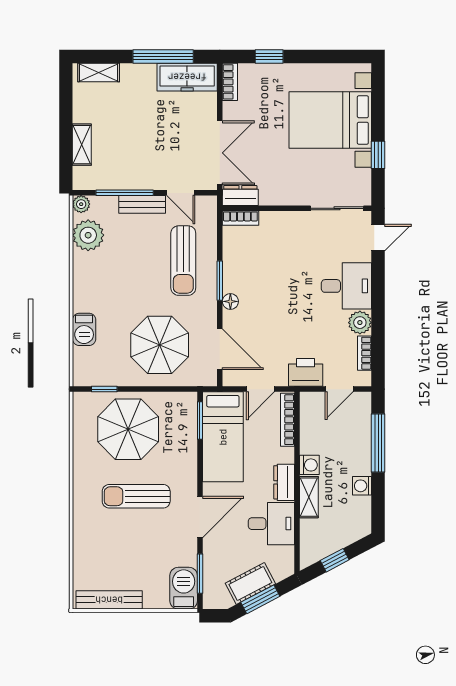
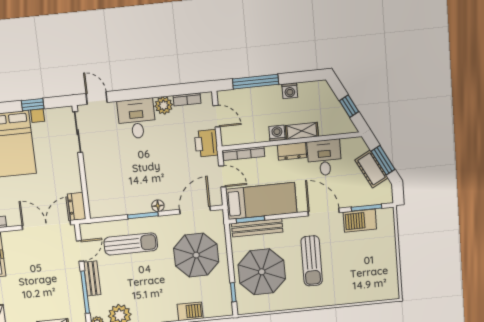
bookcase: (240, 218) -> (94, 205), removed
barbecue: (184, 588) -> (360, 221), moved
bench: (109, 600) -> (257, 228), moved, turned 90

